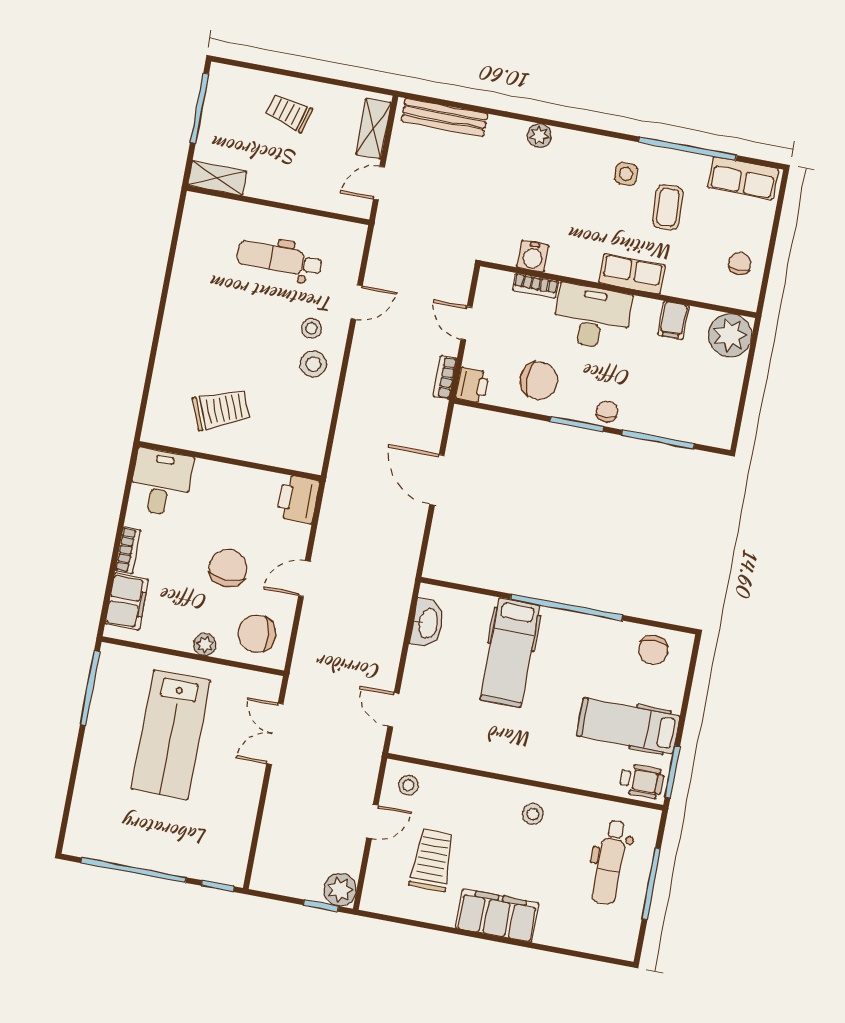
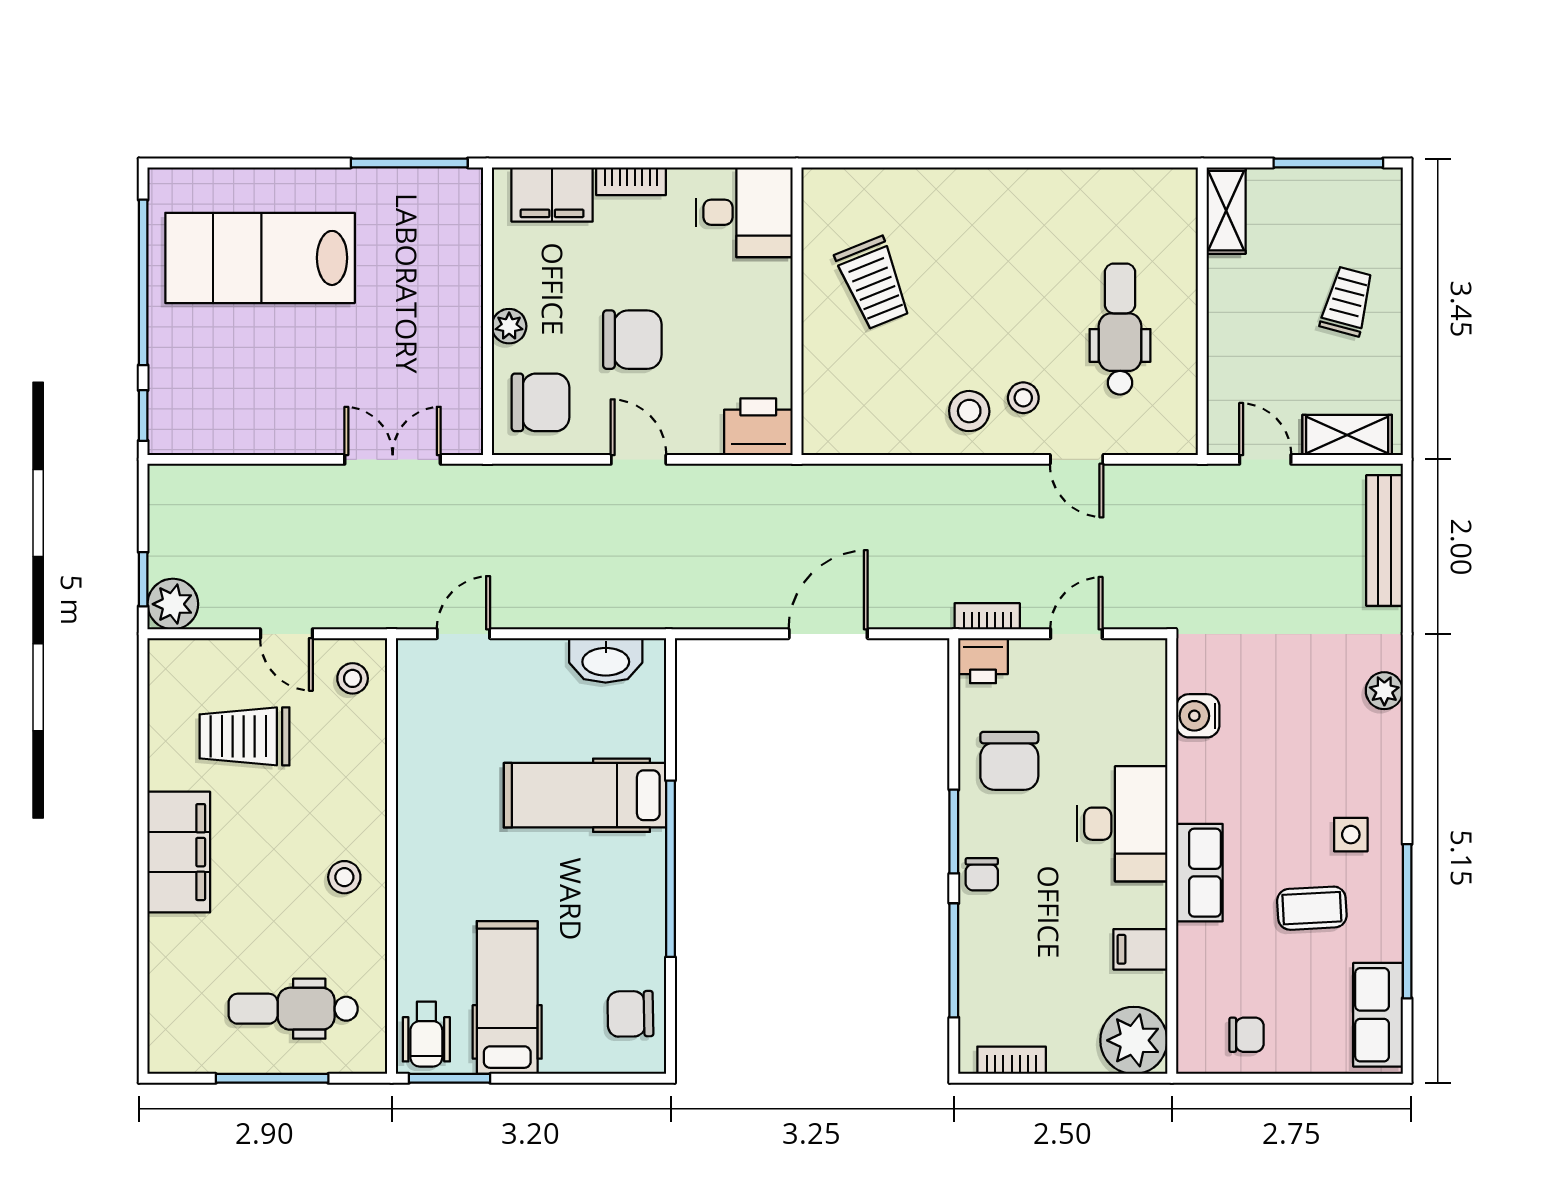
bookcase: (536, 286) -> (1012, 1060), moved, turned 90
chair: (607, 411) -> (982, 874), turned 90
chair: (257, 634) -> (541, 402), turned 97
lab bench: (171, 735) -> (260, 258), moved
trolley: (432, 860) -> (244, 736), turned 180

